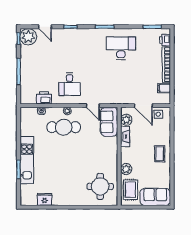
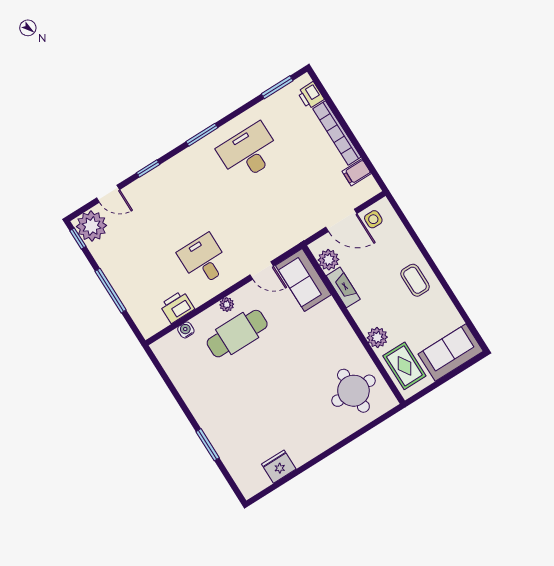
desk: (70, 84) -> (204, 260), turned 180
kitchen unit: (27, 160) -> (212, 422), removed

